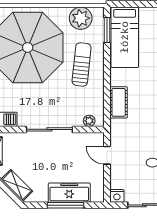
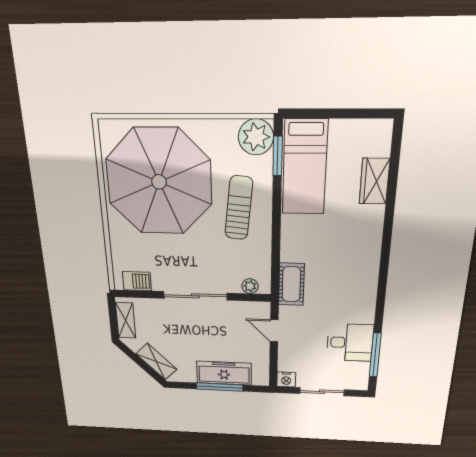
plant: (81, 18) -> (256, 137), moved
cot: (119, 102) -> (291, 284), moved

